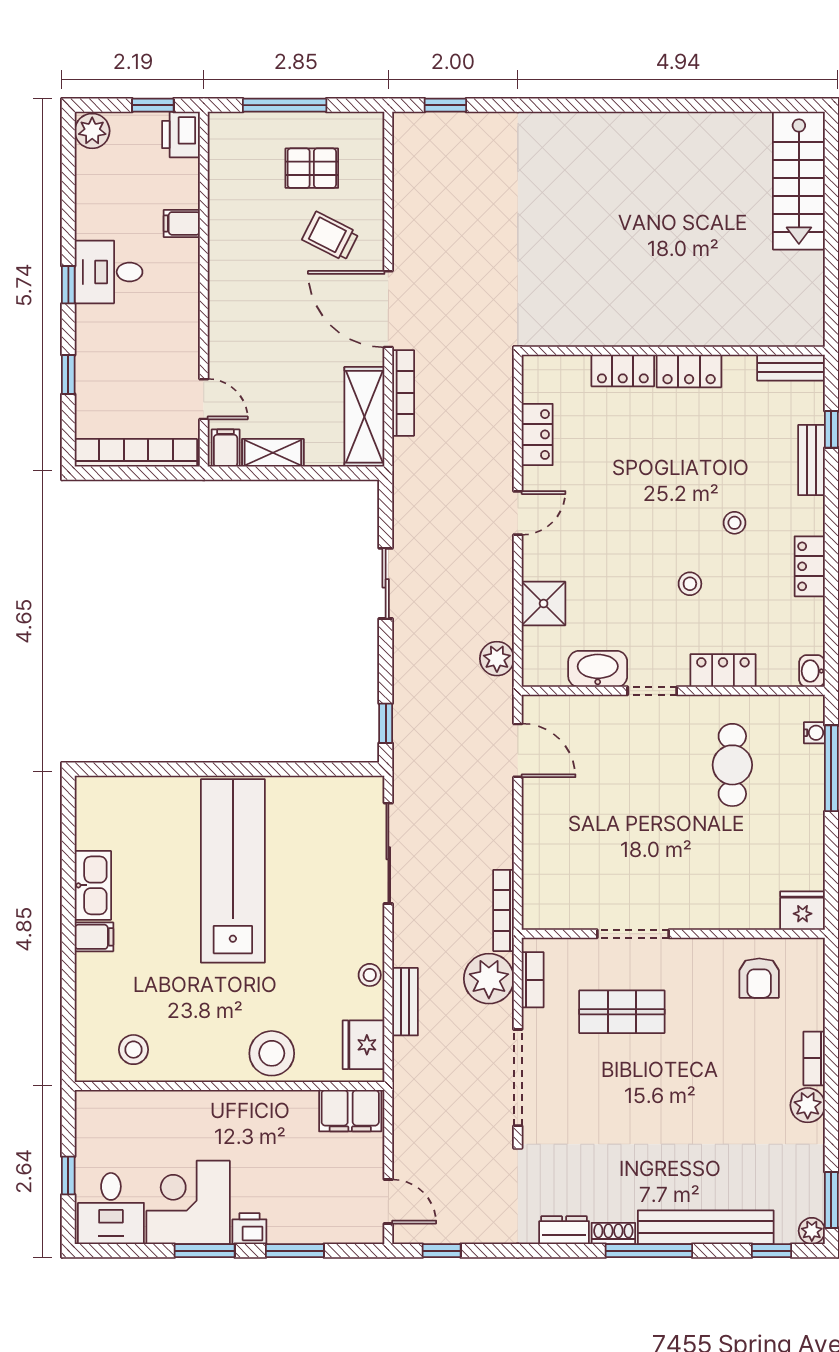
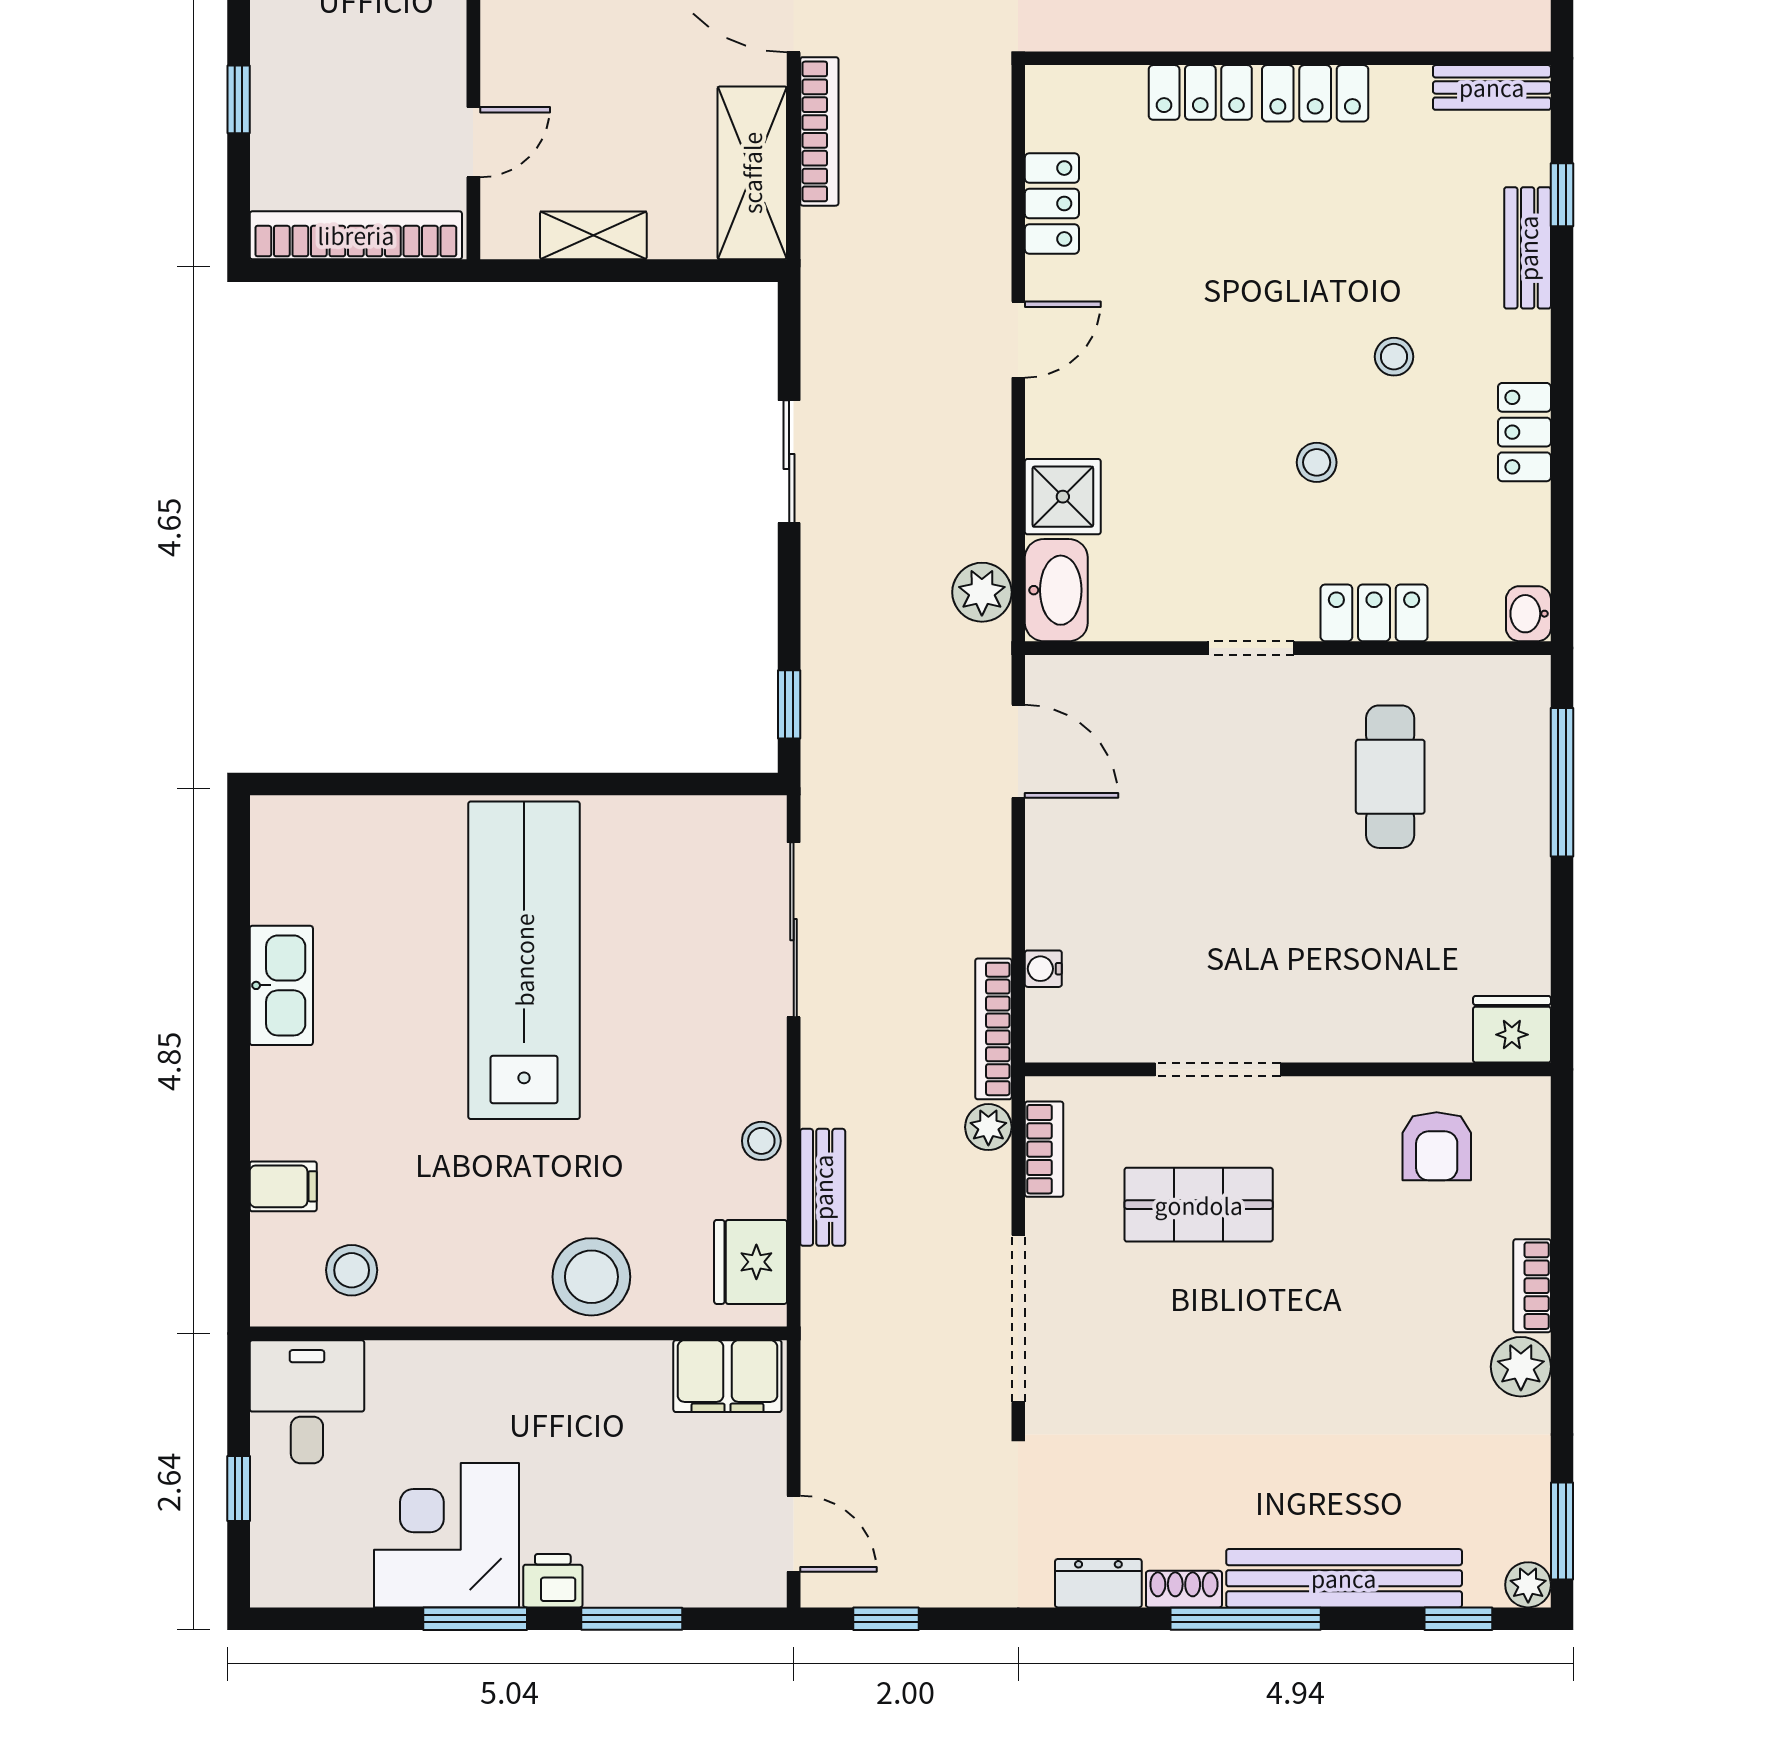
door: (204, 399) -> (473, 142), hinge flipped
filing cabinet: (226, 448) -> (511, 227), removed
washbasin: (598, 669) -> (1056, 590), moved, turned 90
water cooler: (814, 733) -> (1043, 969), moved, turned 180
filing cabinet: (94, 937) -> (283, 1186), moved
plant: (489, 979) -> (988, 1127), width x0.53, depth x0.53
desk: (111, 1209) -> (307, 1402), moved, turned 180

